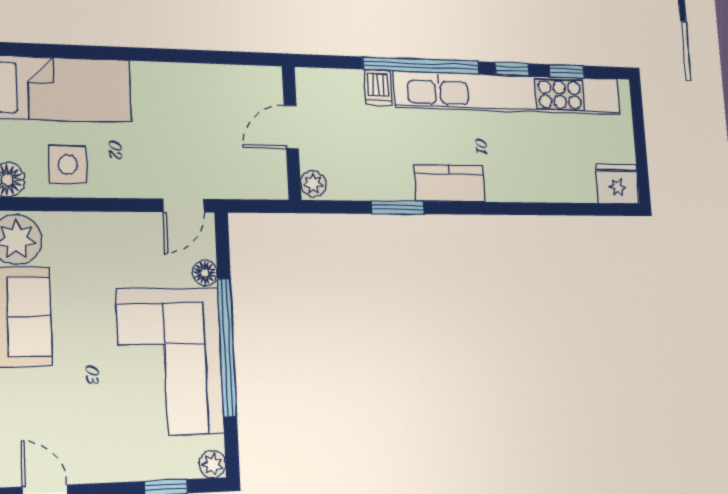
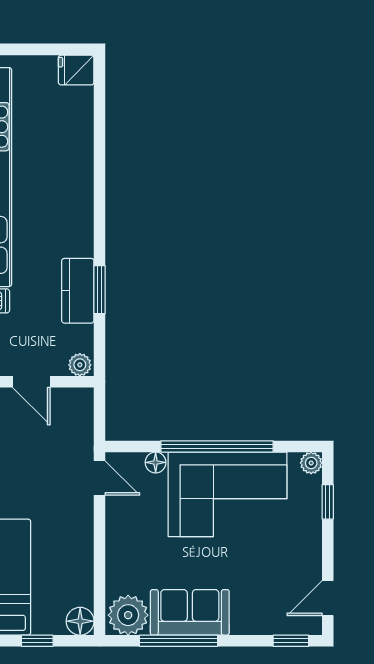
side table: (68, 165) -> (67, 573), removed
kitchen counter: (450, 183) -> (78, 291), moved
fridge: (618, 184) -> (76, 70), width x0.72

